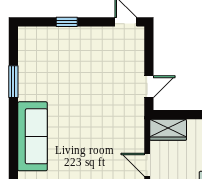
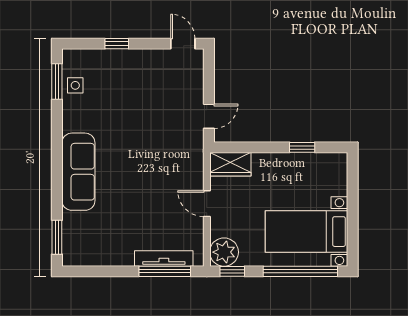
side table: (30, 59) -> (75, 85), added
window: (13, 82) -> (57, 81), moved

